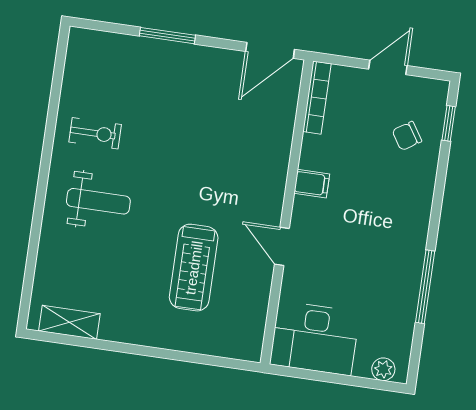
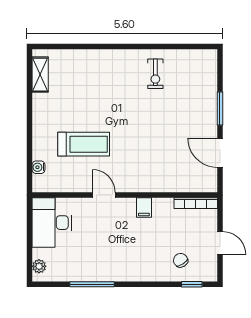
door: (270, 50) -> (220, 153), moved
weight bench: (98, 201) -> (115, 82), removed
door: (282, 246) -> (104, 195), hinge flipped
treadmill: (194, 268) -> (84, 144), turned 180
water cooler: (221, 347) -> (38, 167), added

